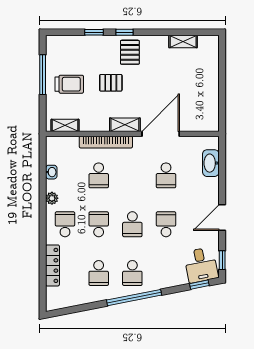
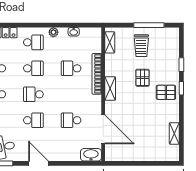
door: (161, 134) -> (103, 129), moved
washbasin: (211, 163) -> (91, 155), moved

